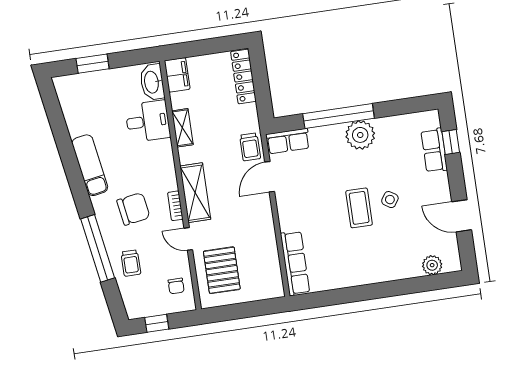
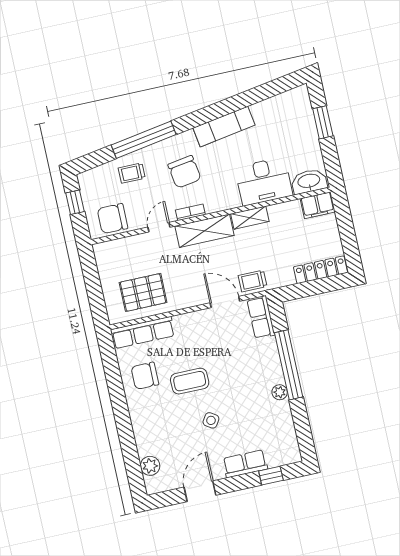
desk: (148, 121) -> (264, 181), width x1.37
shelving: (182, 128) -> (250, 218), moved
plant: (360, 135) -> (280, 392), width x0.53, depth x0.53
row of seats: (434, 150) -> (245, 464), moved
coffee table: (359, 208) -> (190, 381), moved
chair: (339, 264) -> (145, 376), added
pallet: (222, 270) -> (143, 292), moved
chair: (176, 286) -> (113, 219), width x1.87, depth x1.87

